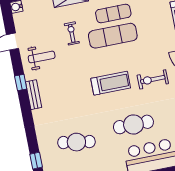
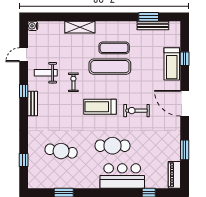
exercise bike: (72, 33) -> (73, 82), moved
weight bench: (42, 57) -> (46, 73), turned 180
treadmill: (111, 83) -> (100, 107), turned 180

